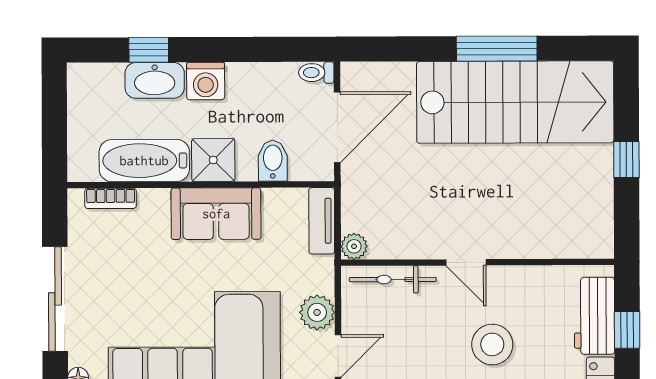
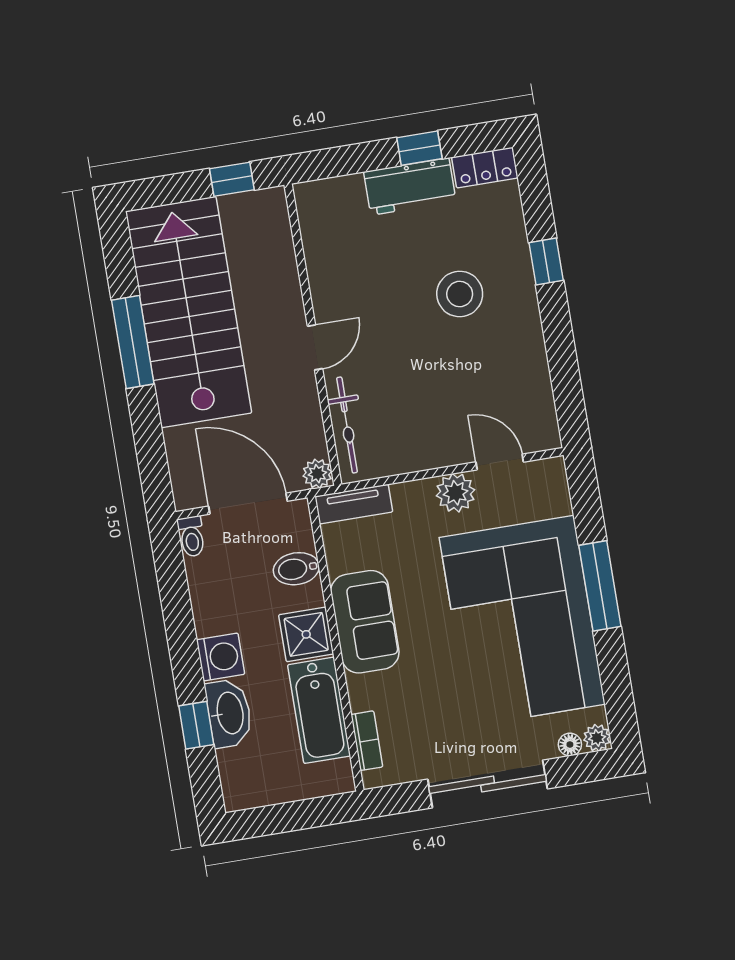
plant: (354, 246) -> (317, 474), moved
door: (466, 262) -> (315, 347), moved
wall: (478, 262) -> (313, 335), moved
bicycle: (393, 280) -> (347, 425), moved

